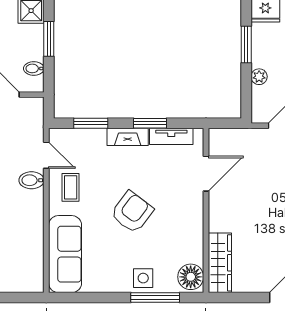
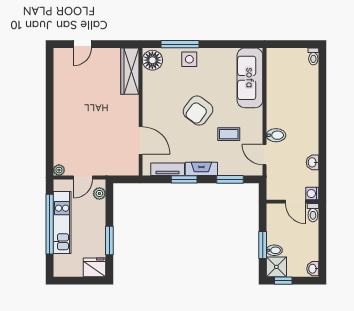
bidet: (34, 68) -> (274, 250), moved
plant: (259, 77) -> (99, 194), moved
door: (206, 174) -> (141, 140), swing flipped
coffee table: (71, 187) -> (229, 134), moved, turned 90

